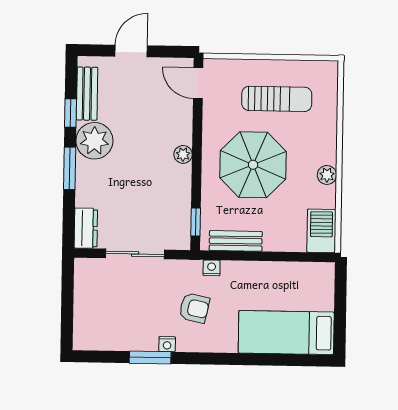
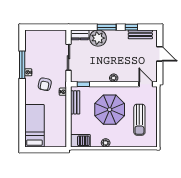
door: (198, 83) -> (146, 84), hinge flipped
plant: (94, 141) -> (98, 38), moved
window: (150, 357) -> (22, 65), width x1.44

